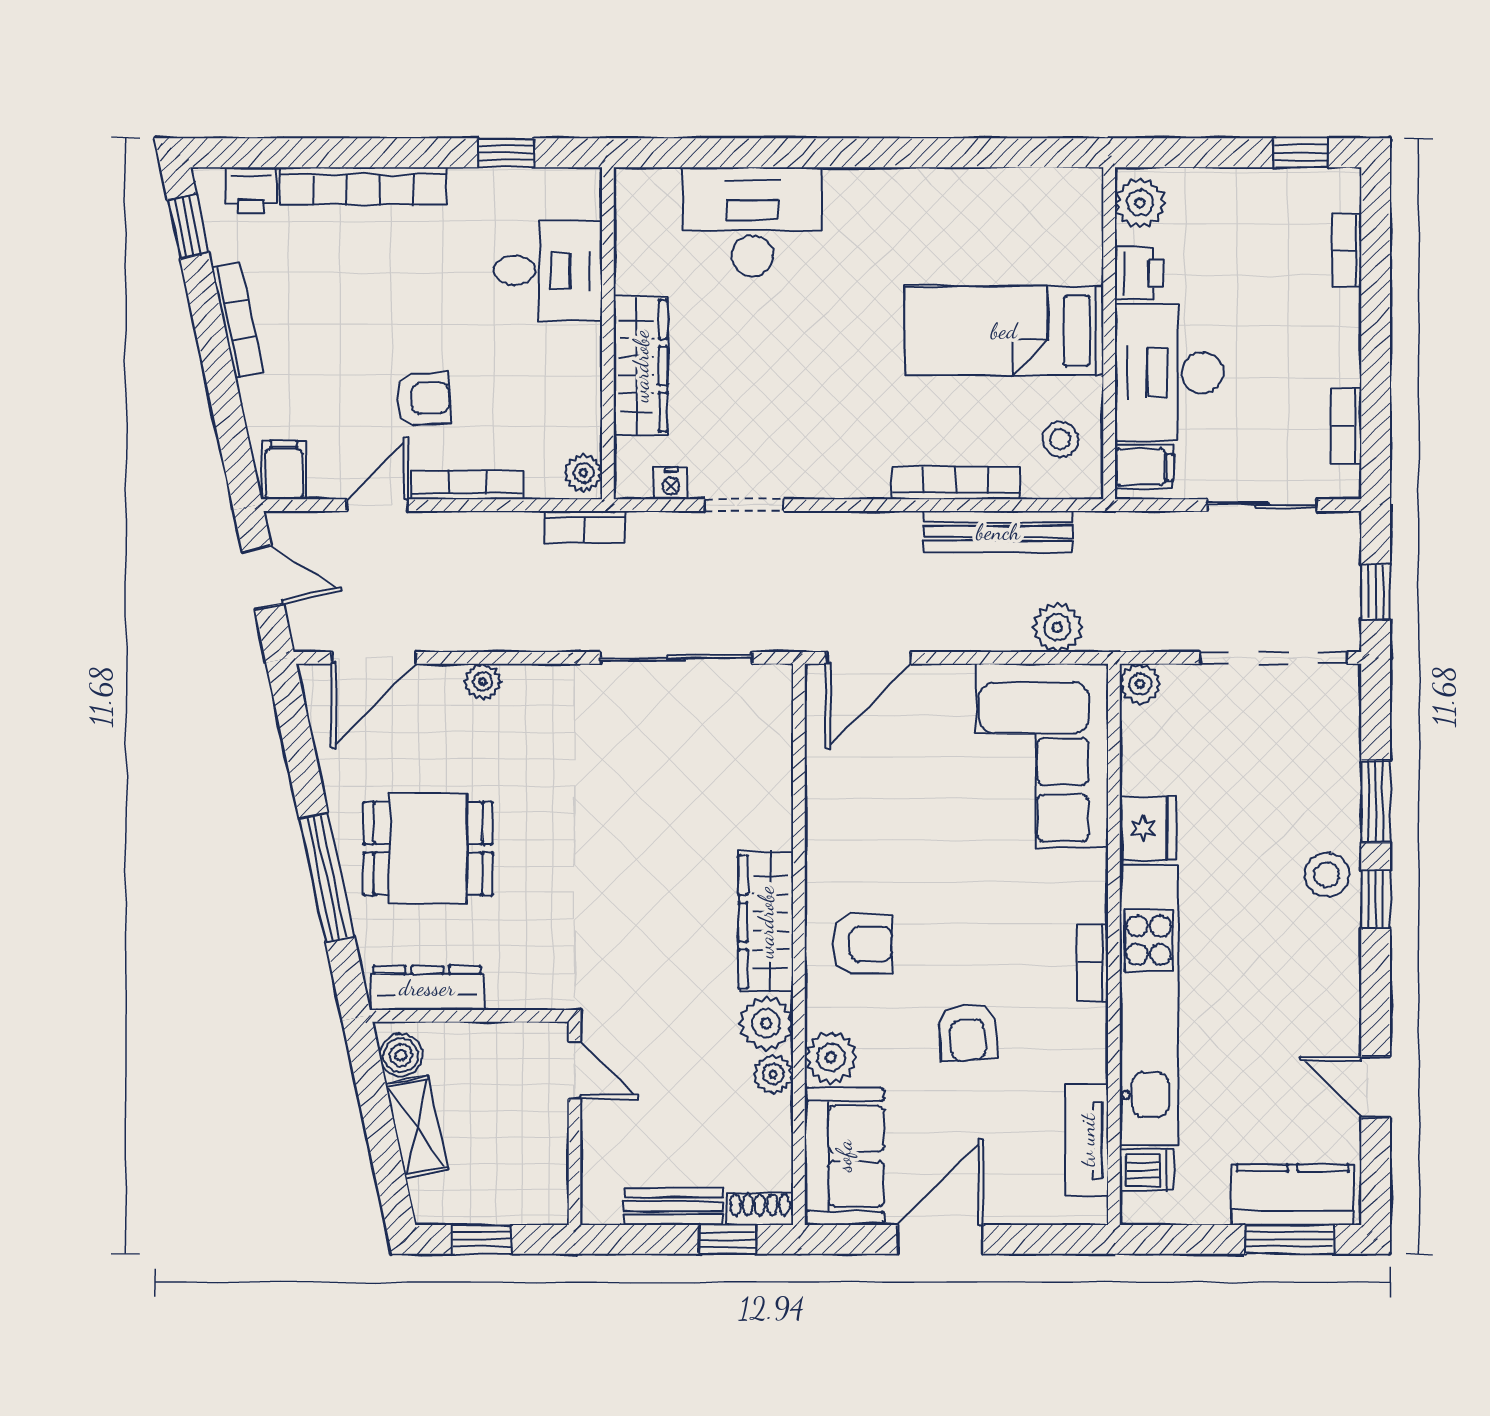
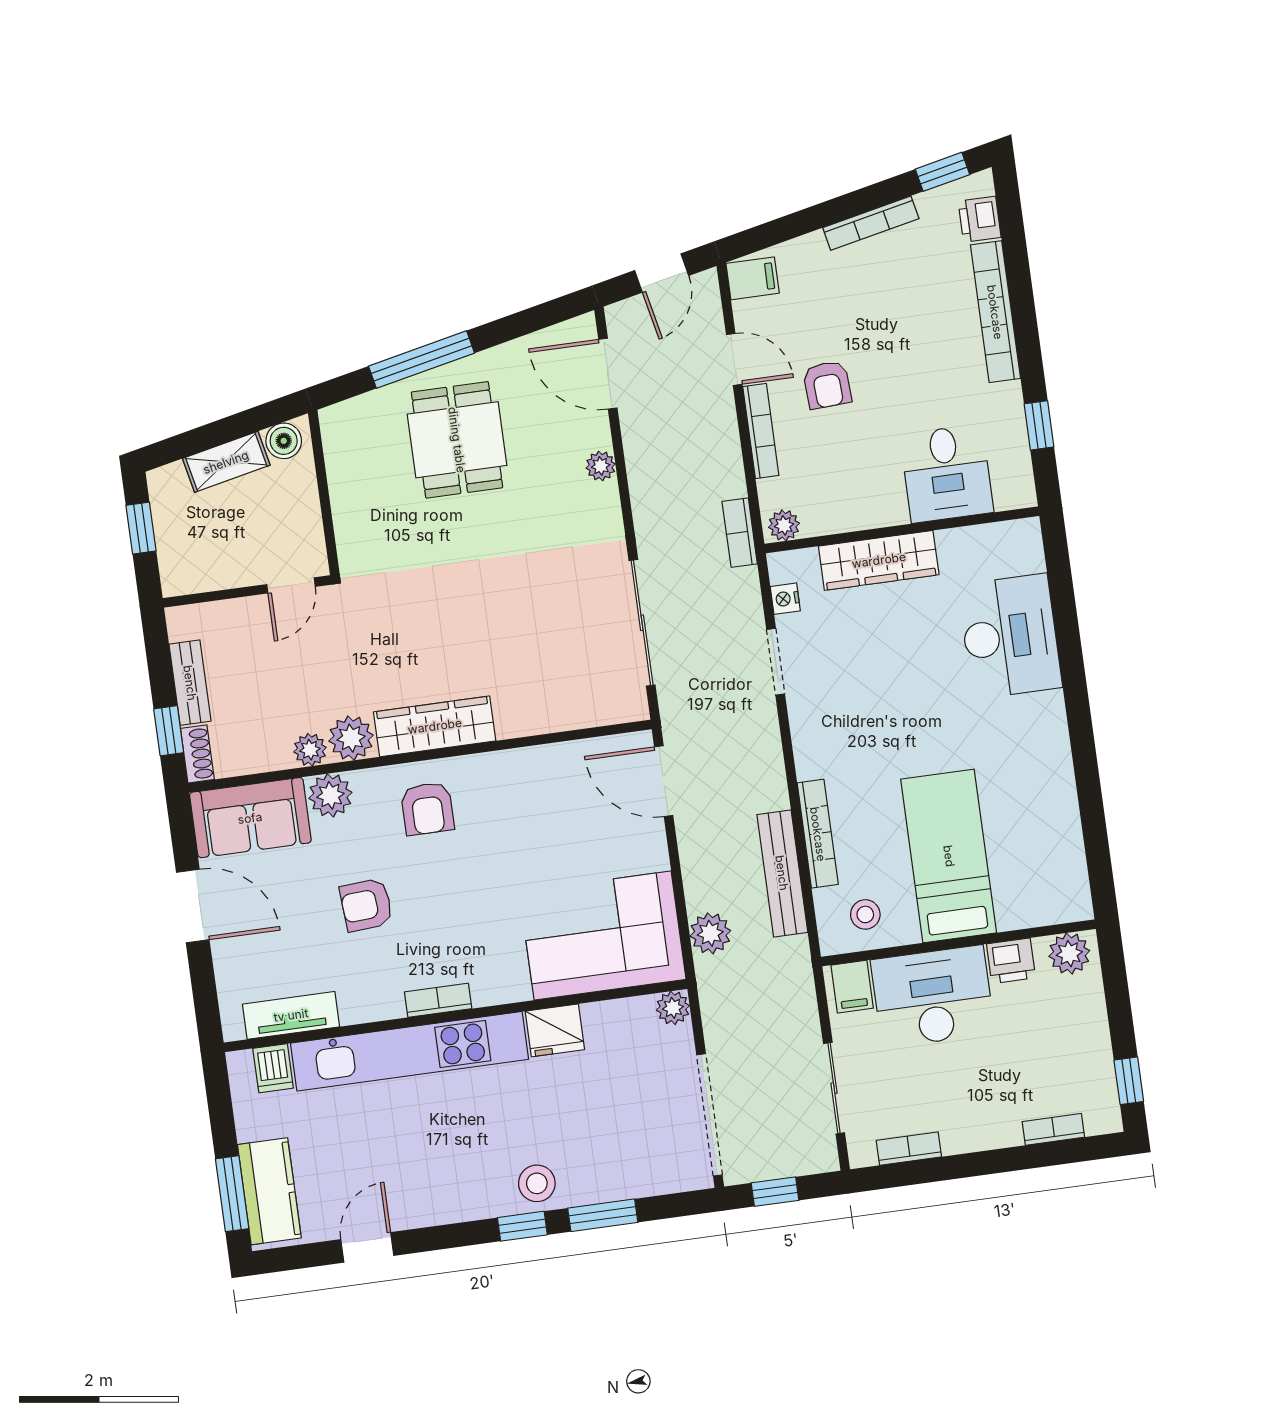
dresser: (427, 988) -> (342, 455), removed

